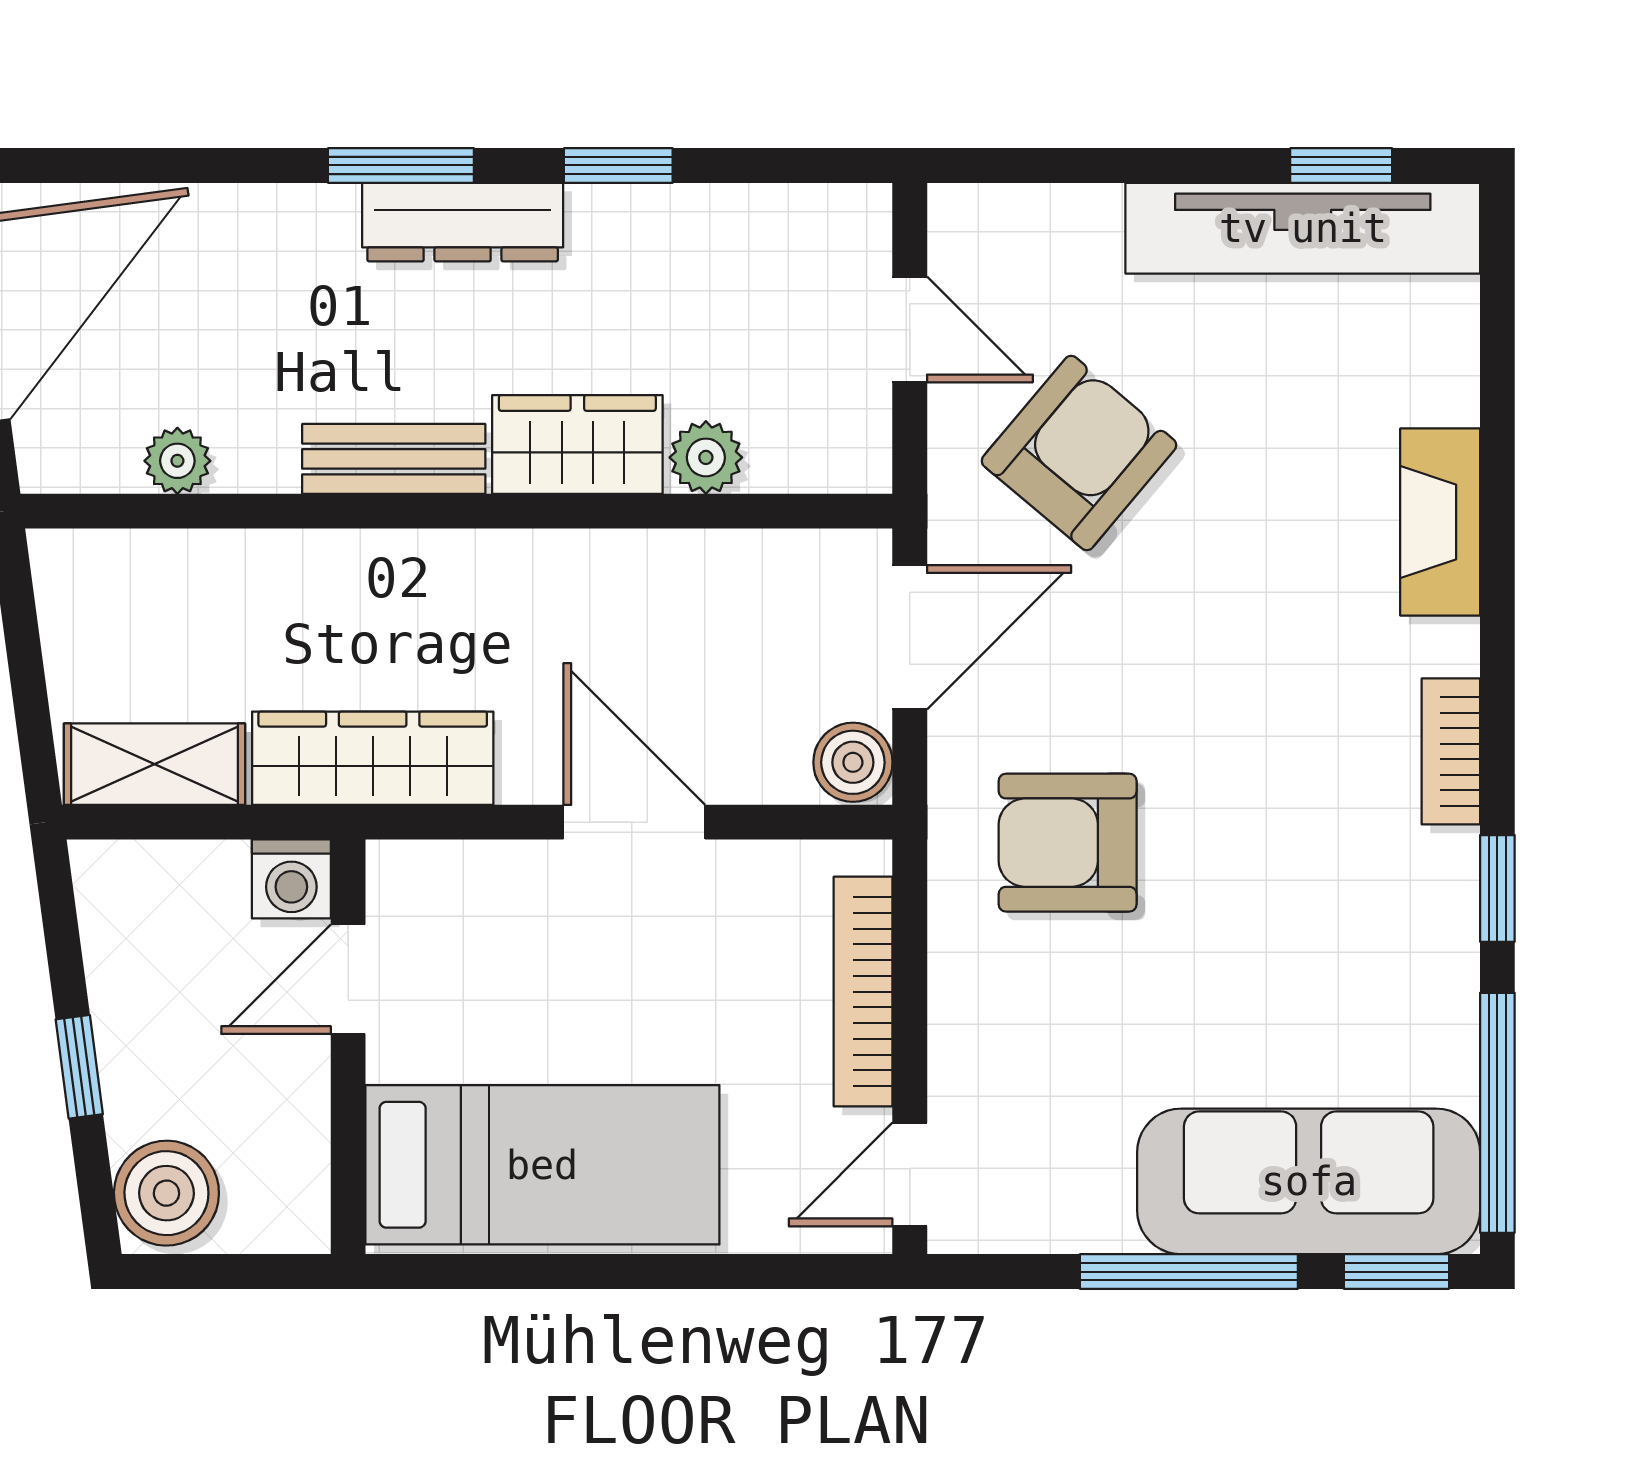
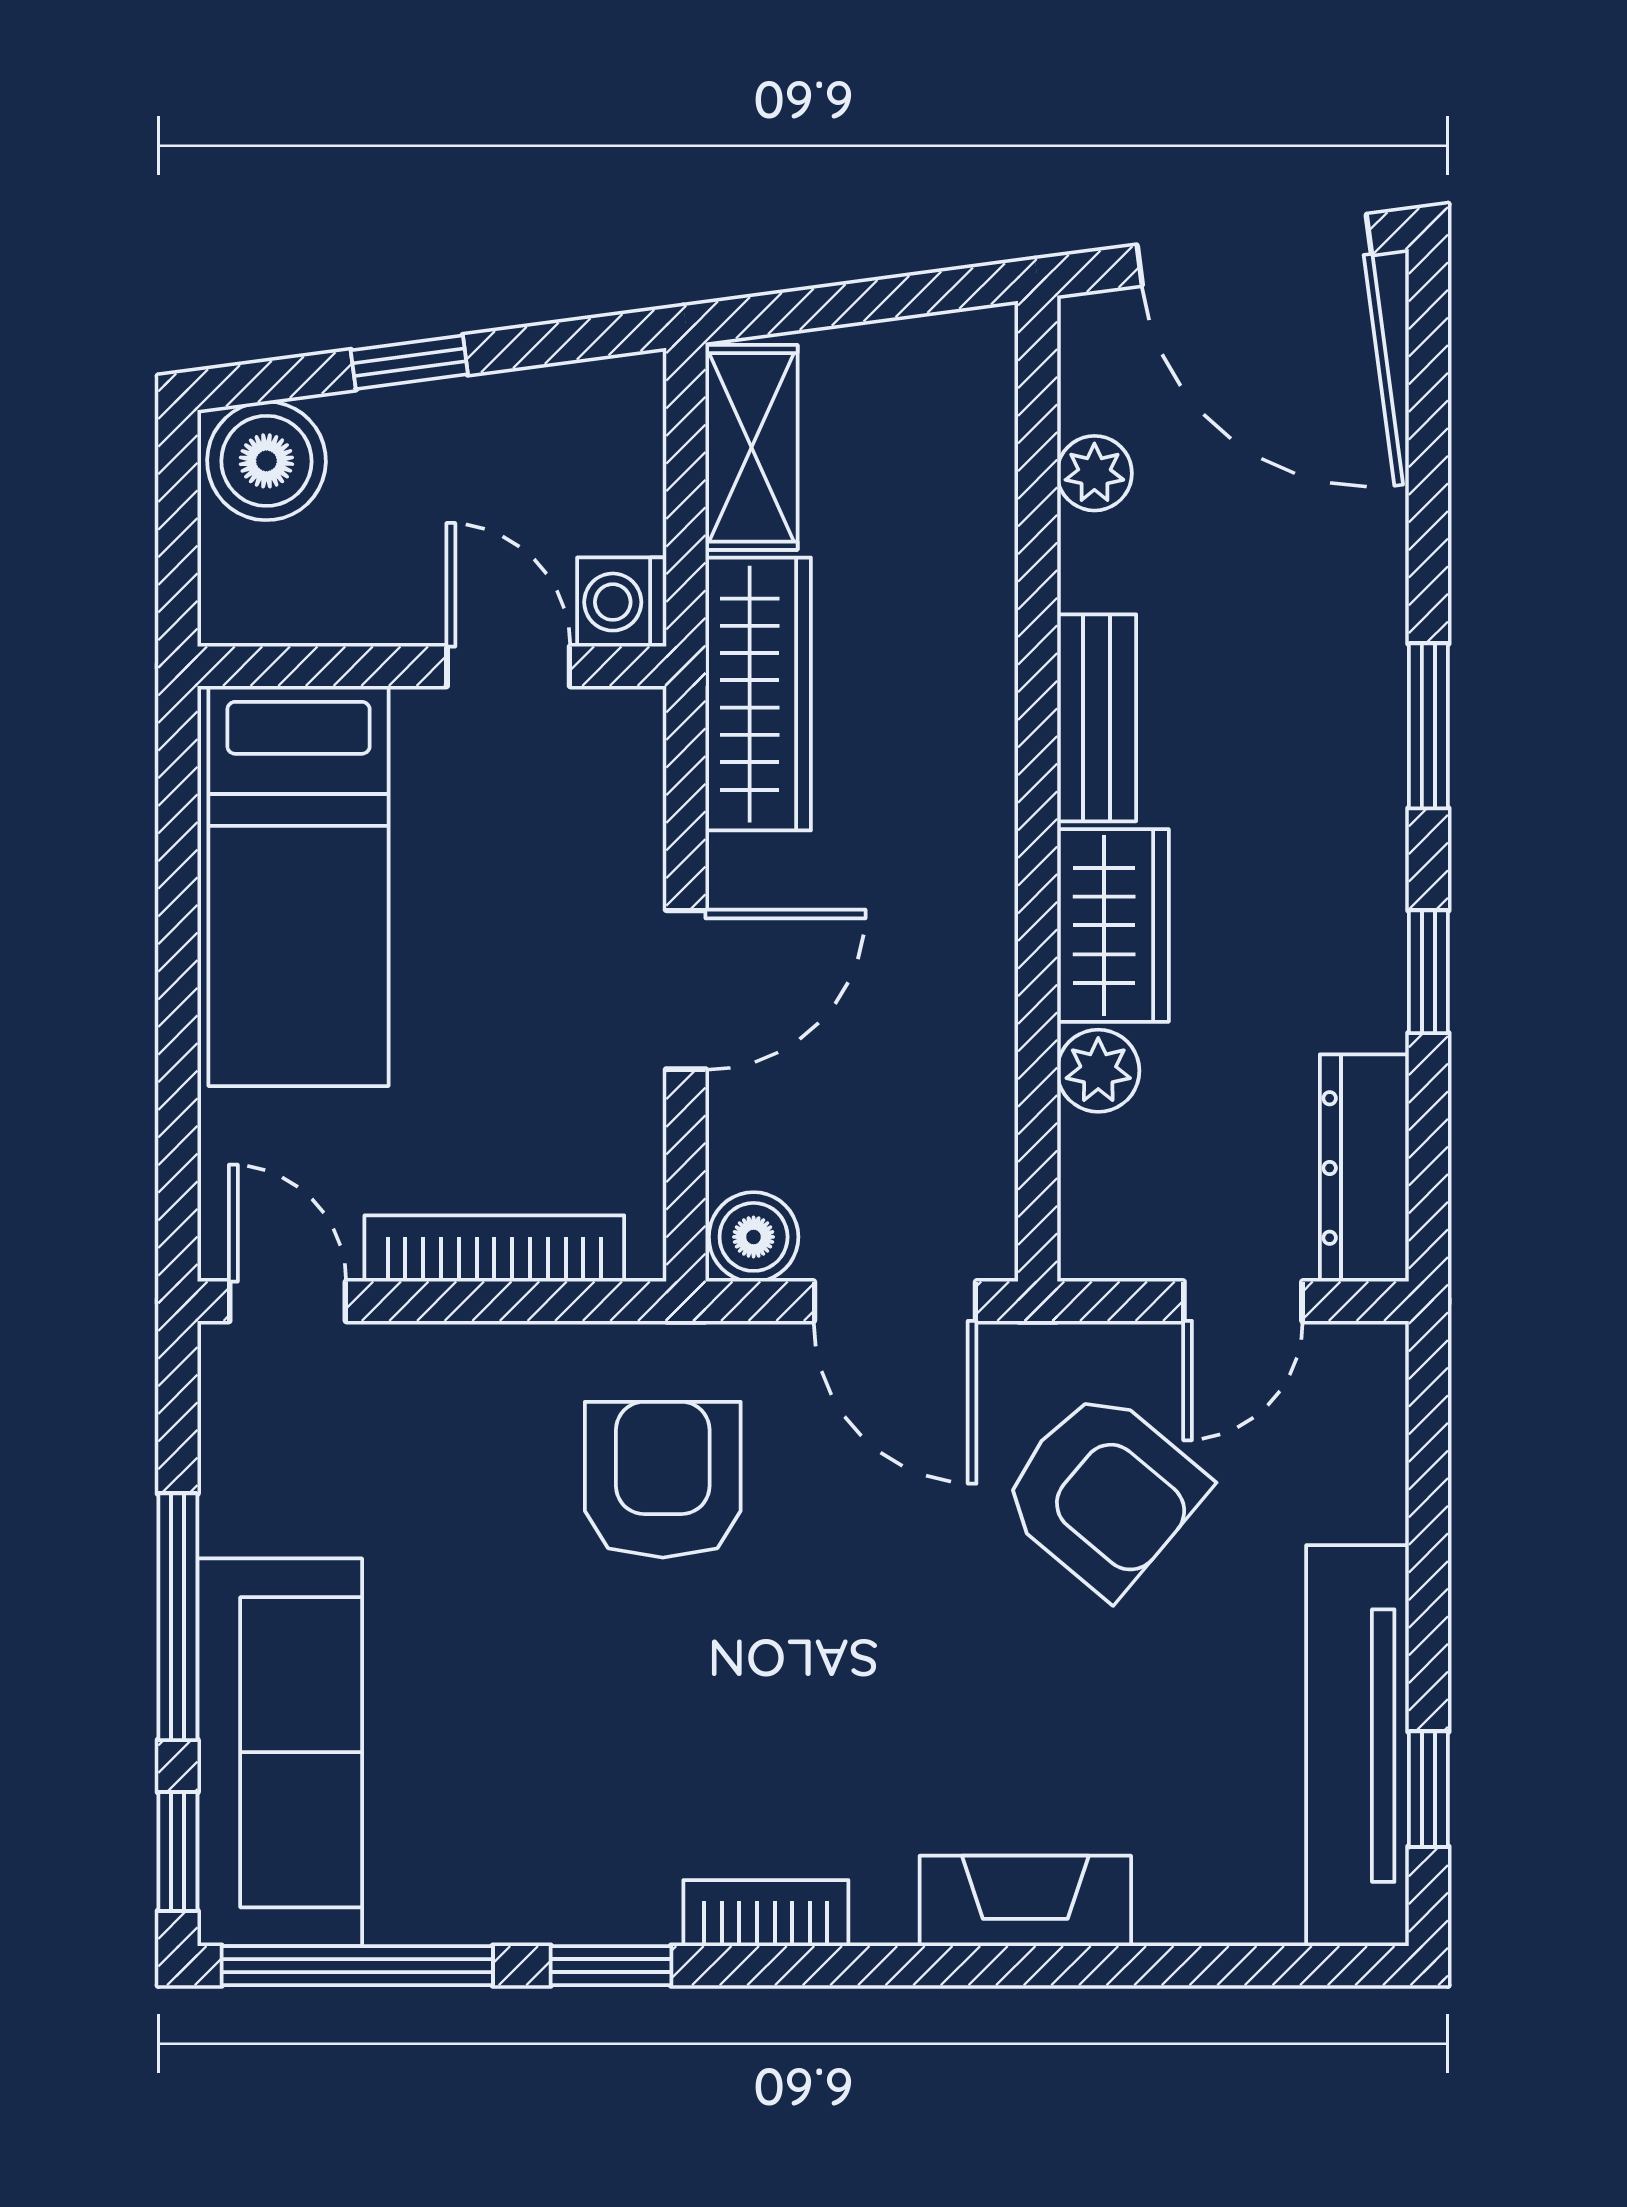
dresser: (463, 222) -> (1364, 1168), moved

